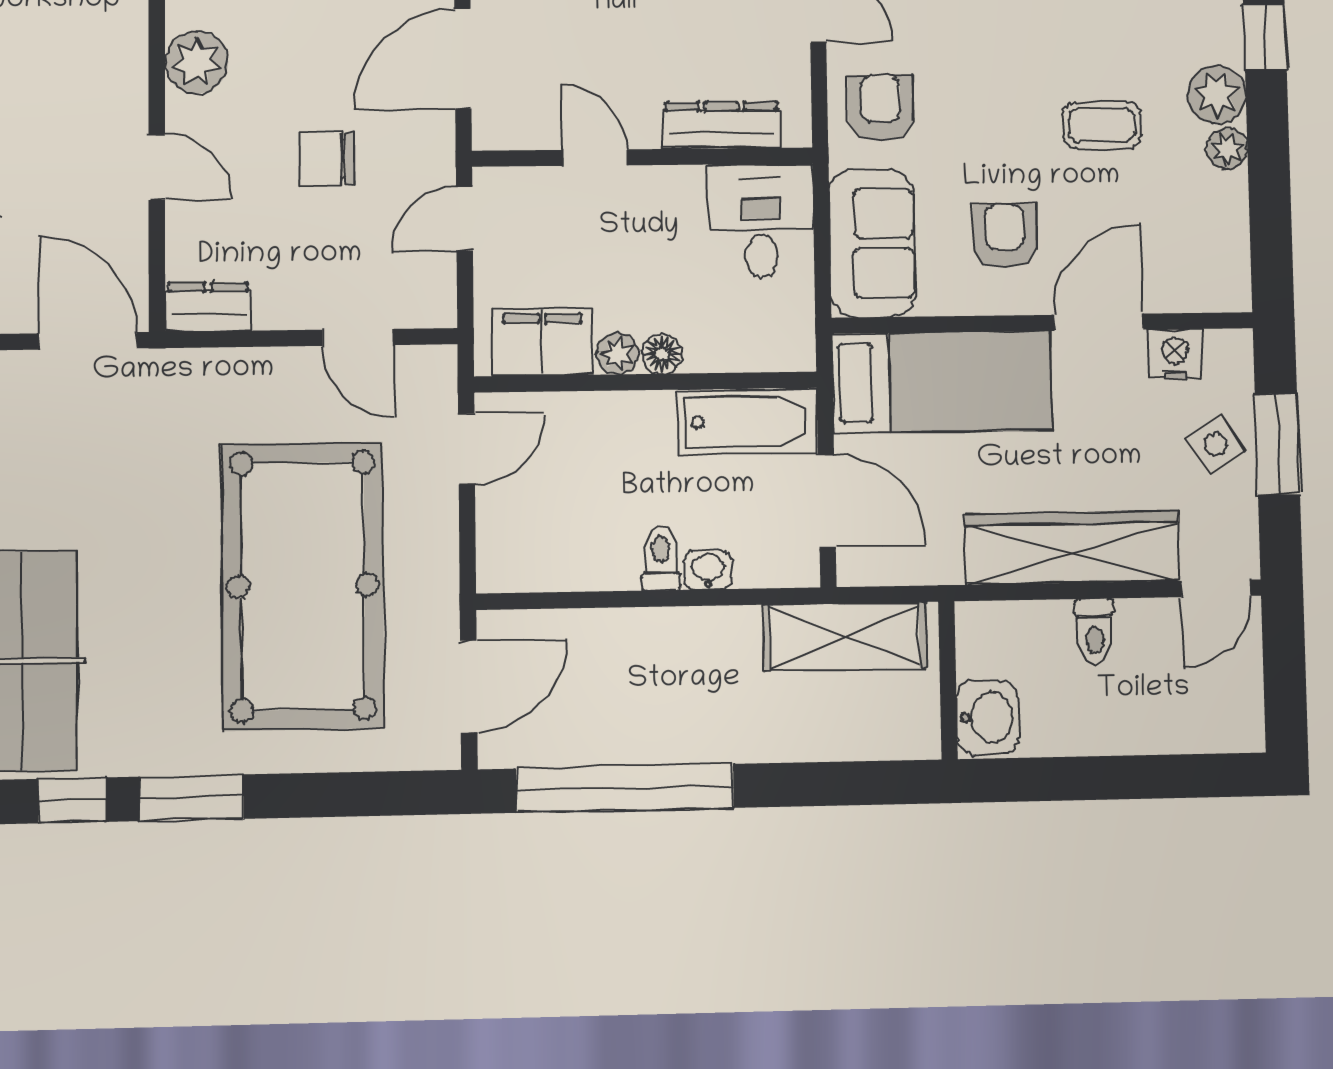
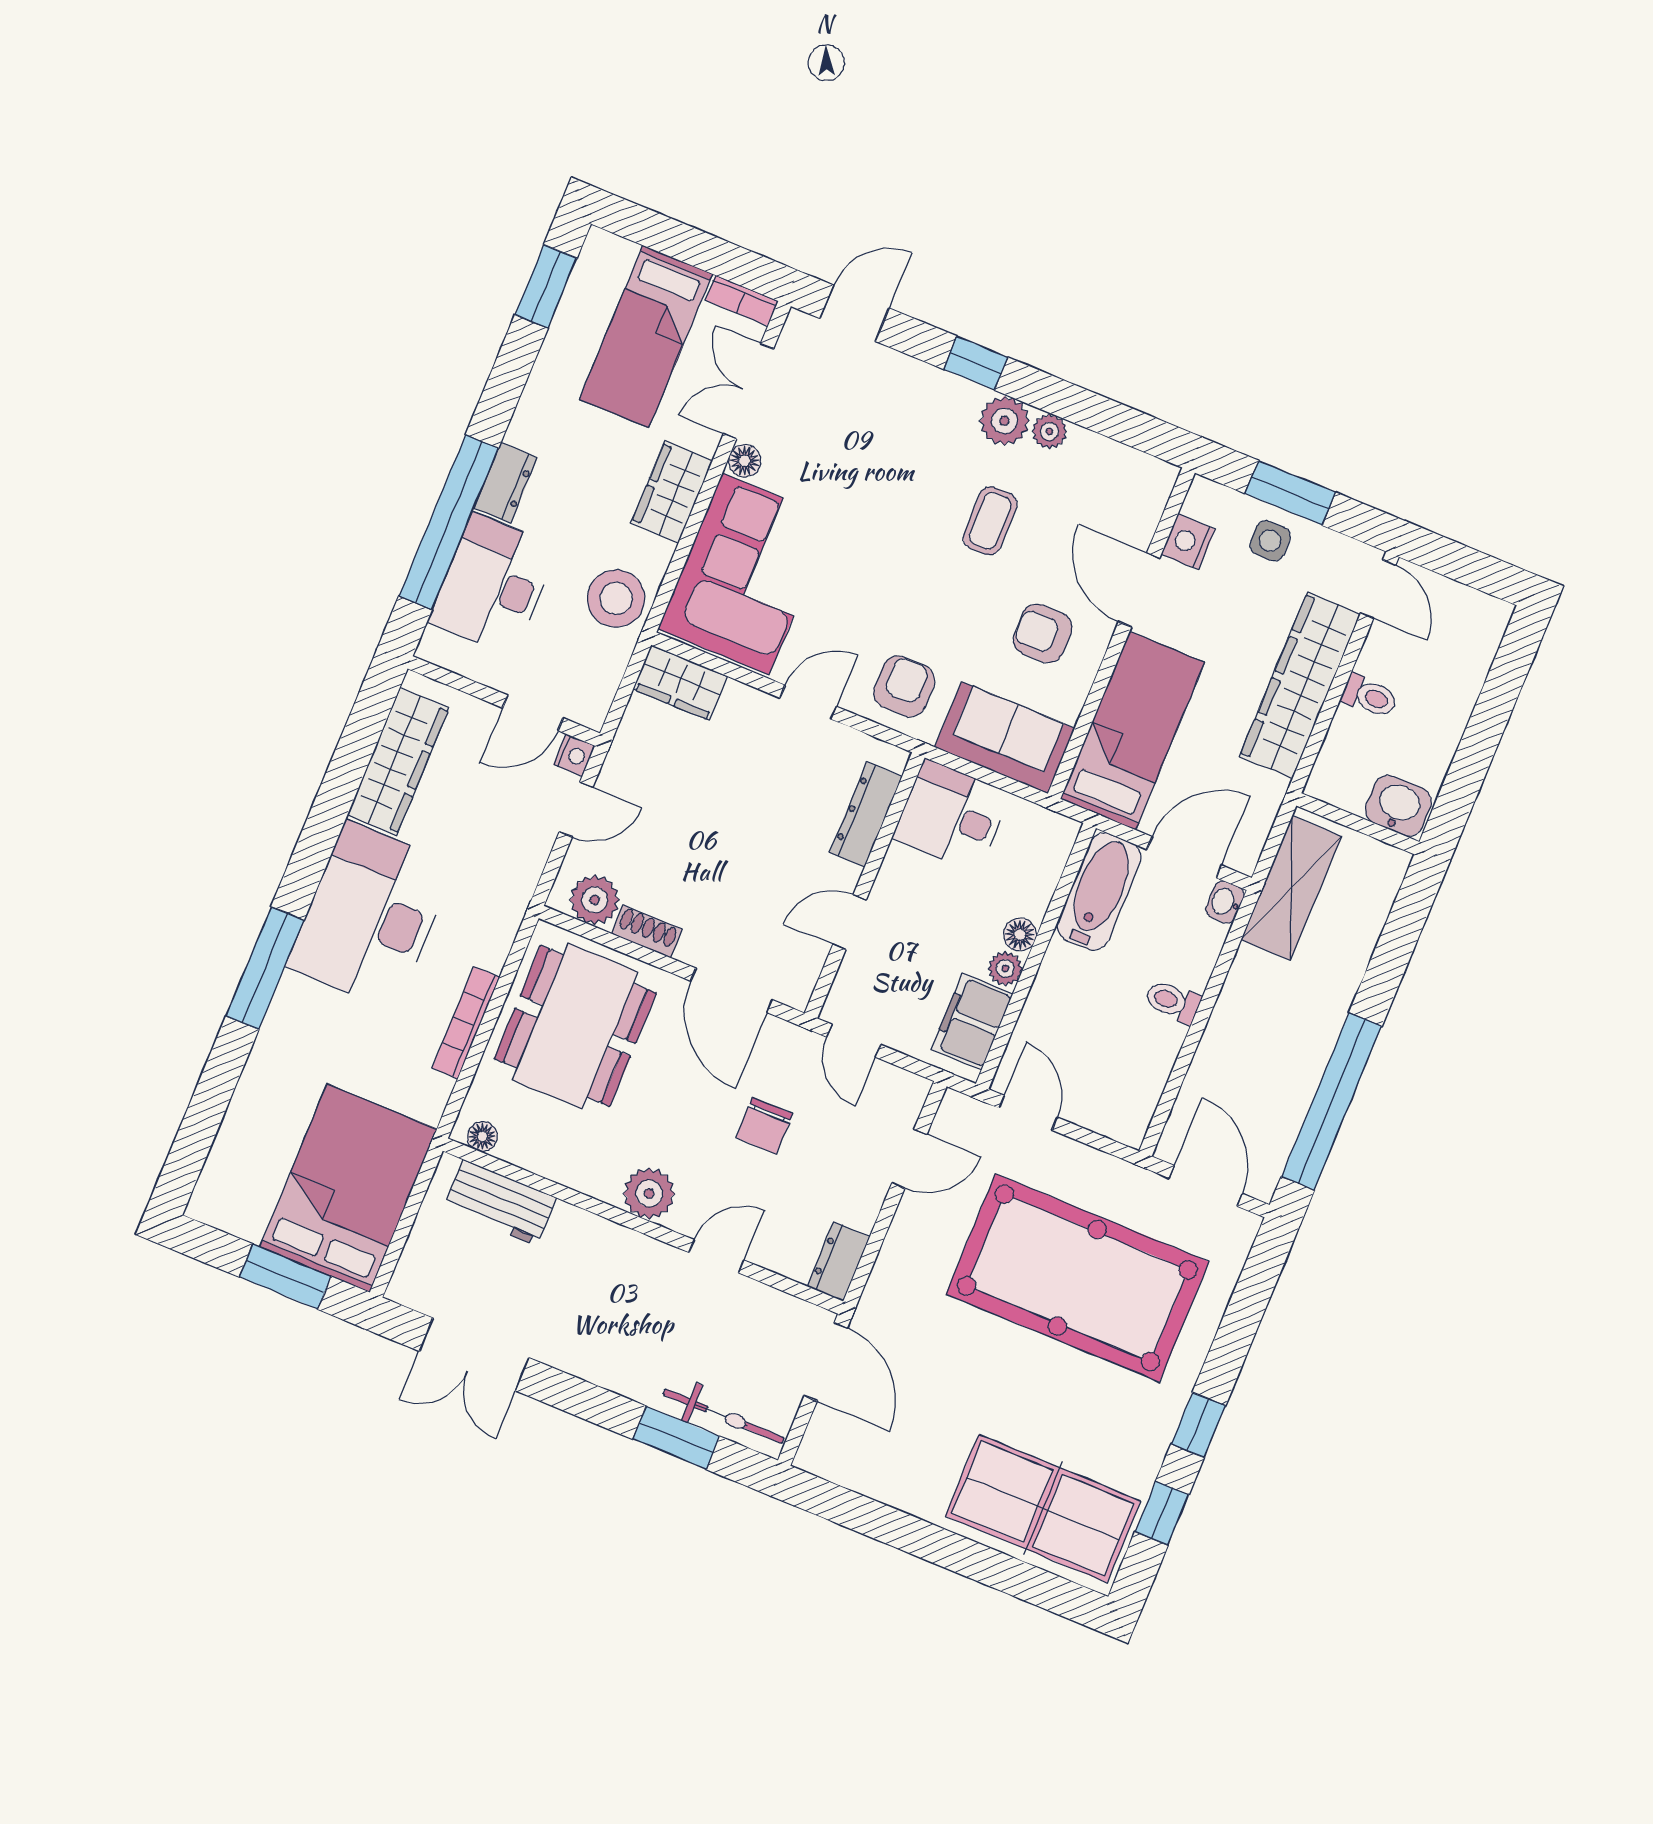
armchair: (881, 108) -> (904, 686), turned 90
door: (88, 341) -> (826, 1362), swing flipped
side table: (1216, 444) -> (1270, 541), turned 31
washbasin: (708, 570) -> (1225, 902), moved
window: (192, 798) -> (1198, 1425), width x0.67

